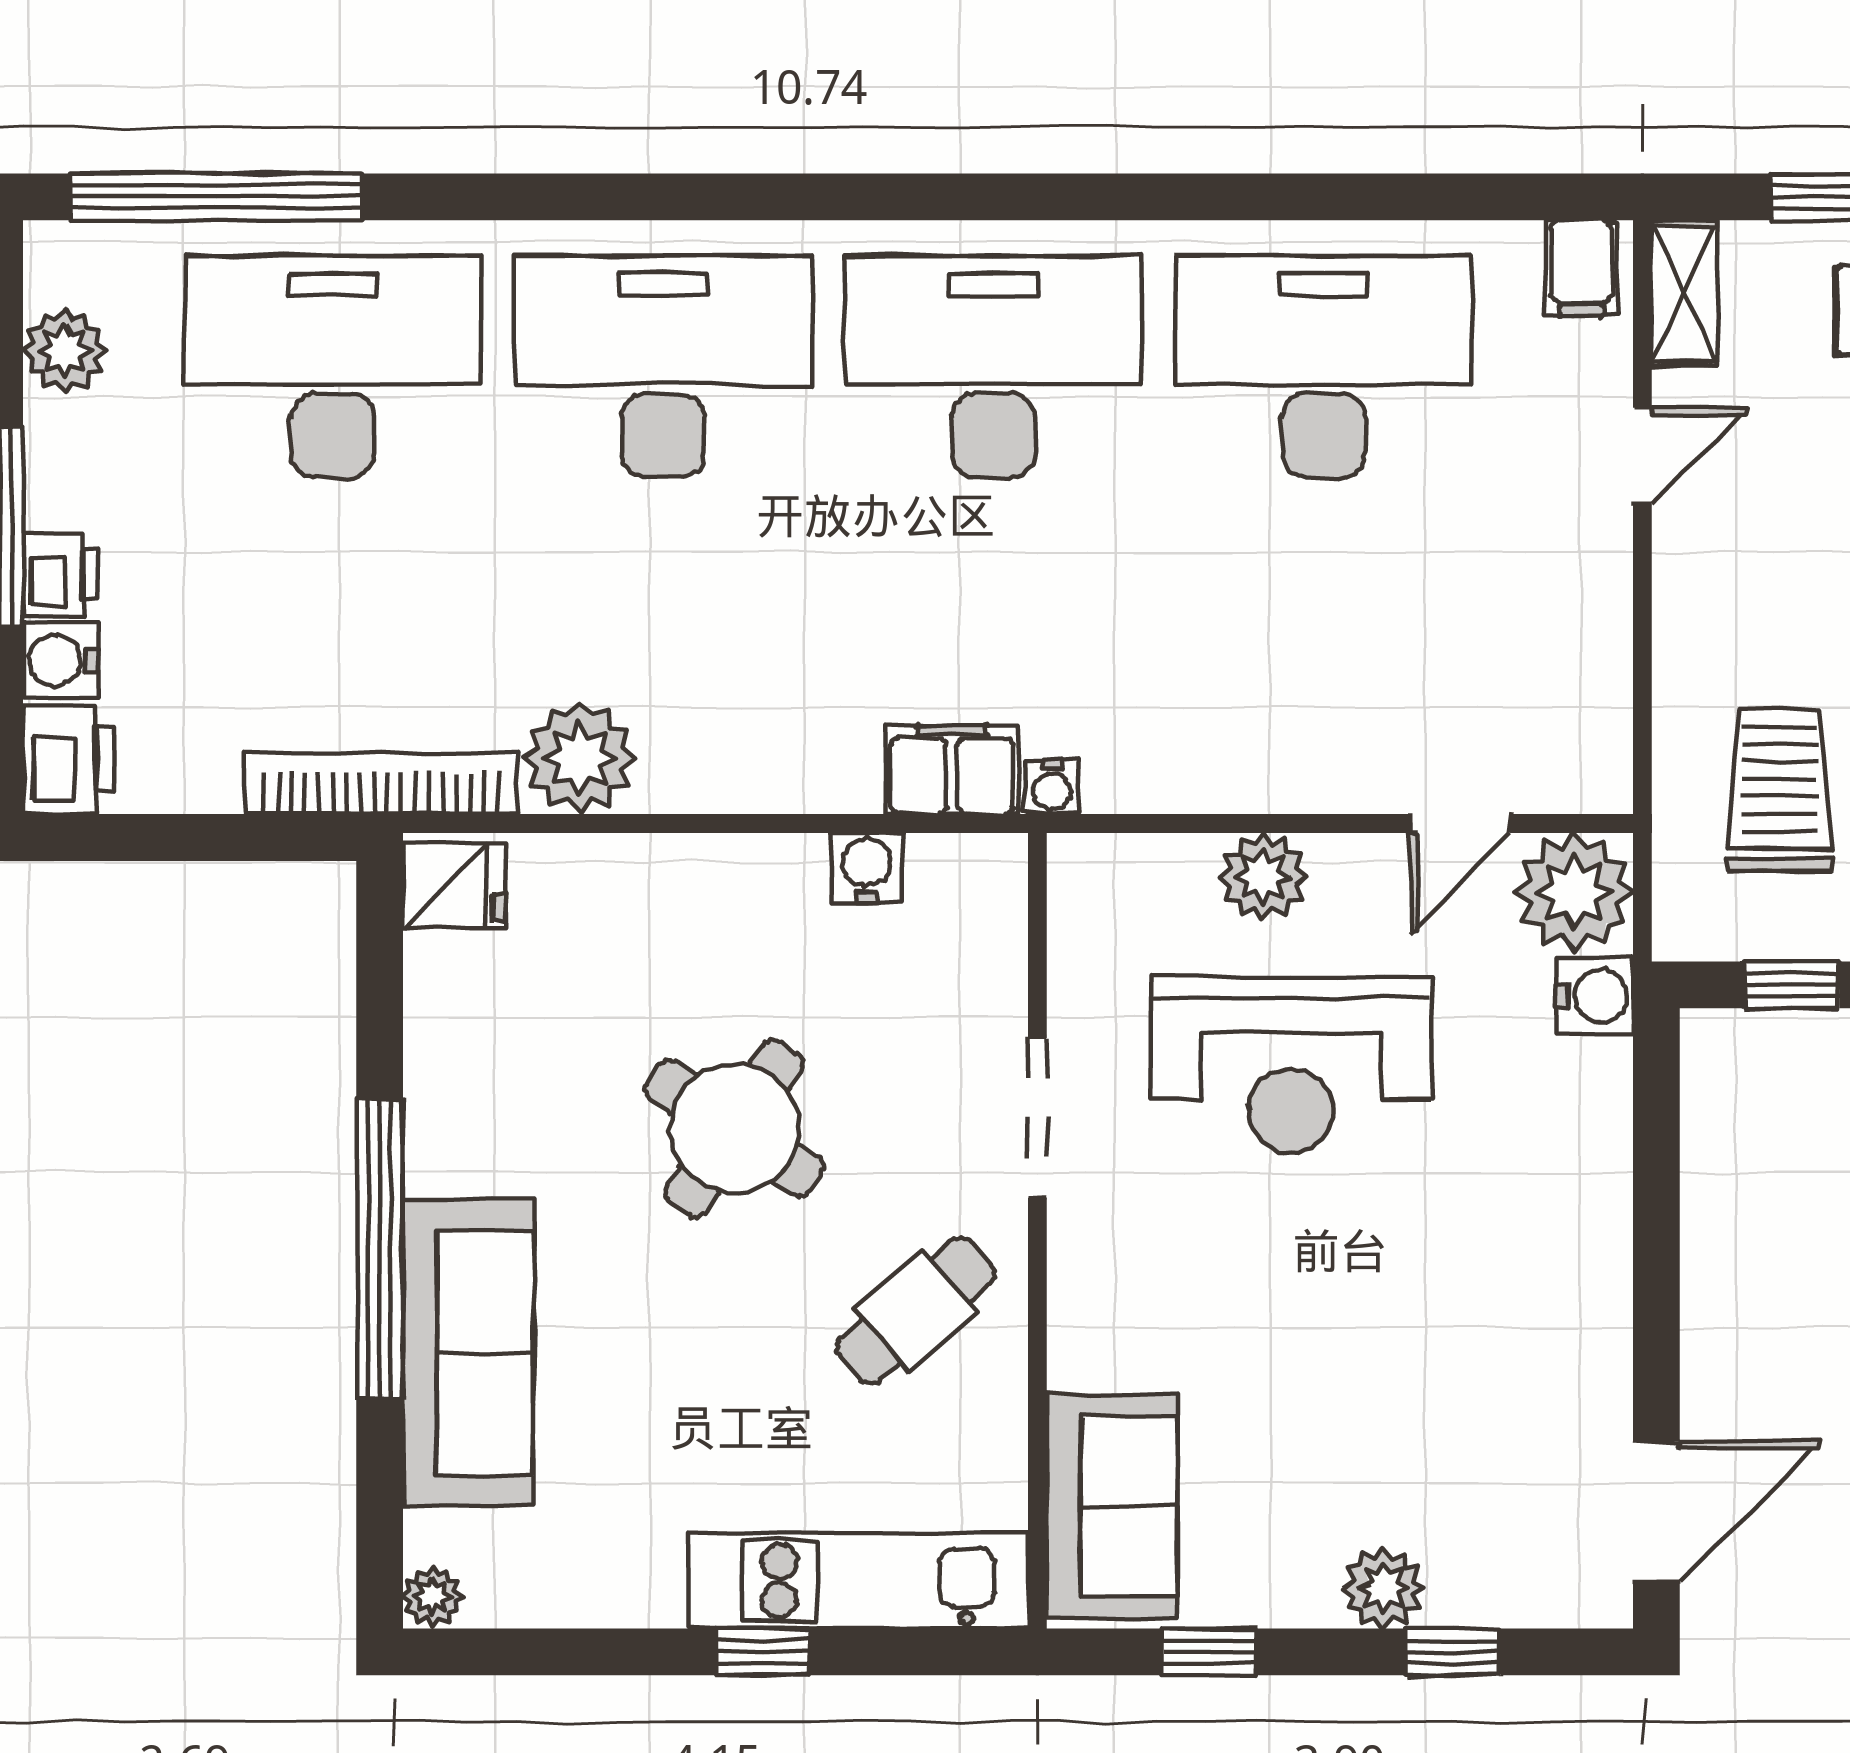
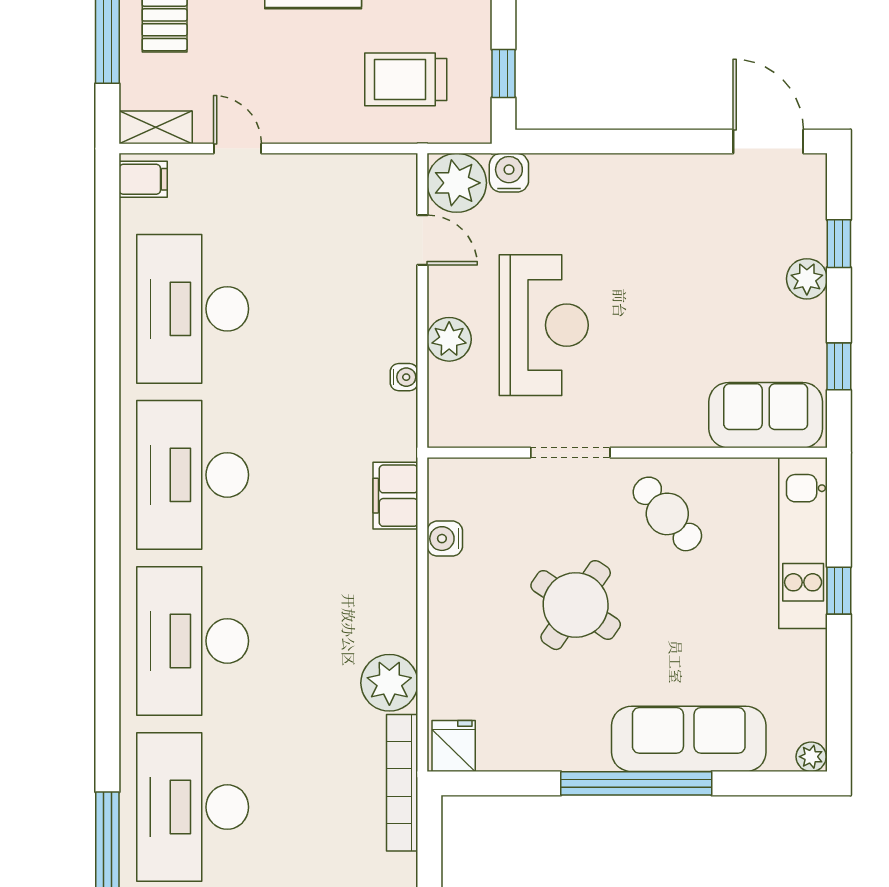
water cooler: (1052, 787) -> (404, 377), moved

